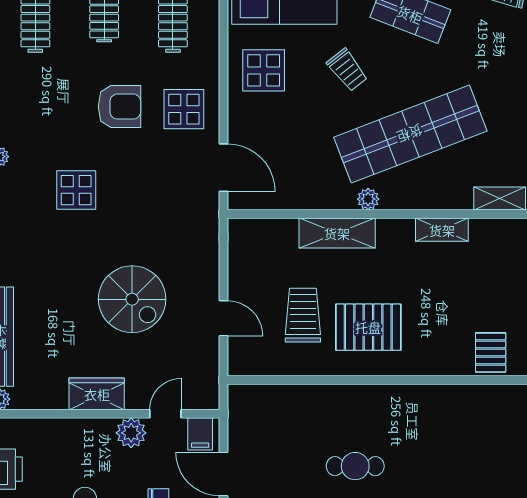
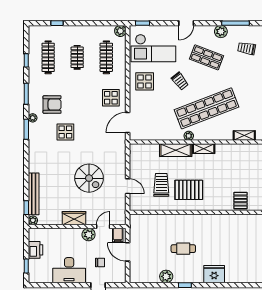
armchair: (119, 107) -> (52, 105), moved
door: (223, 168) -> (128, 123), swing flipped
shelving: (442, 230) -> (204, 149), moved

